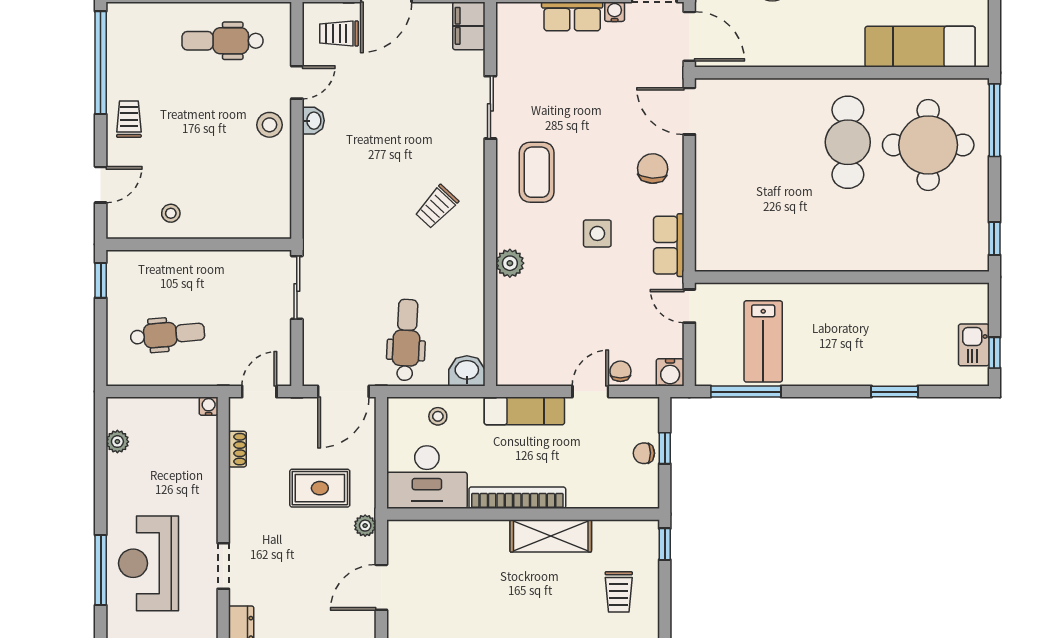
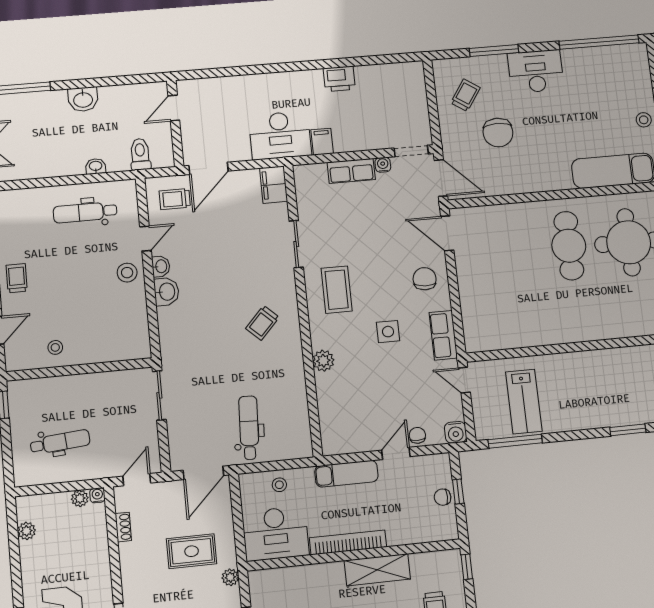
washbasin: (467, 371) -> (166, 292), moved, turned 90
plant: (186, 408) -> (80, 498), added

